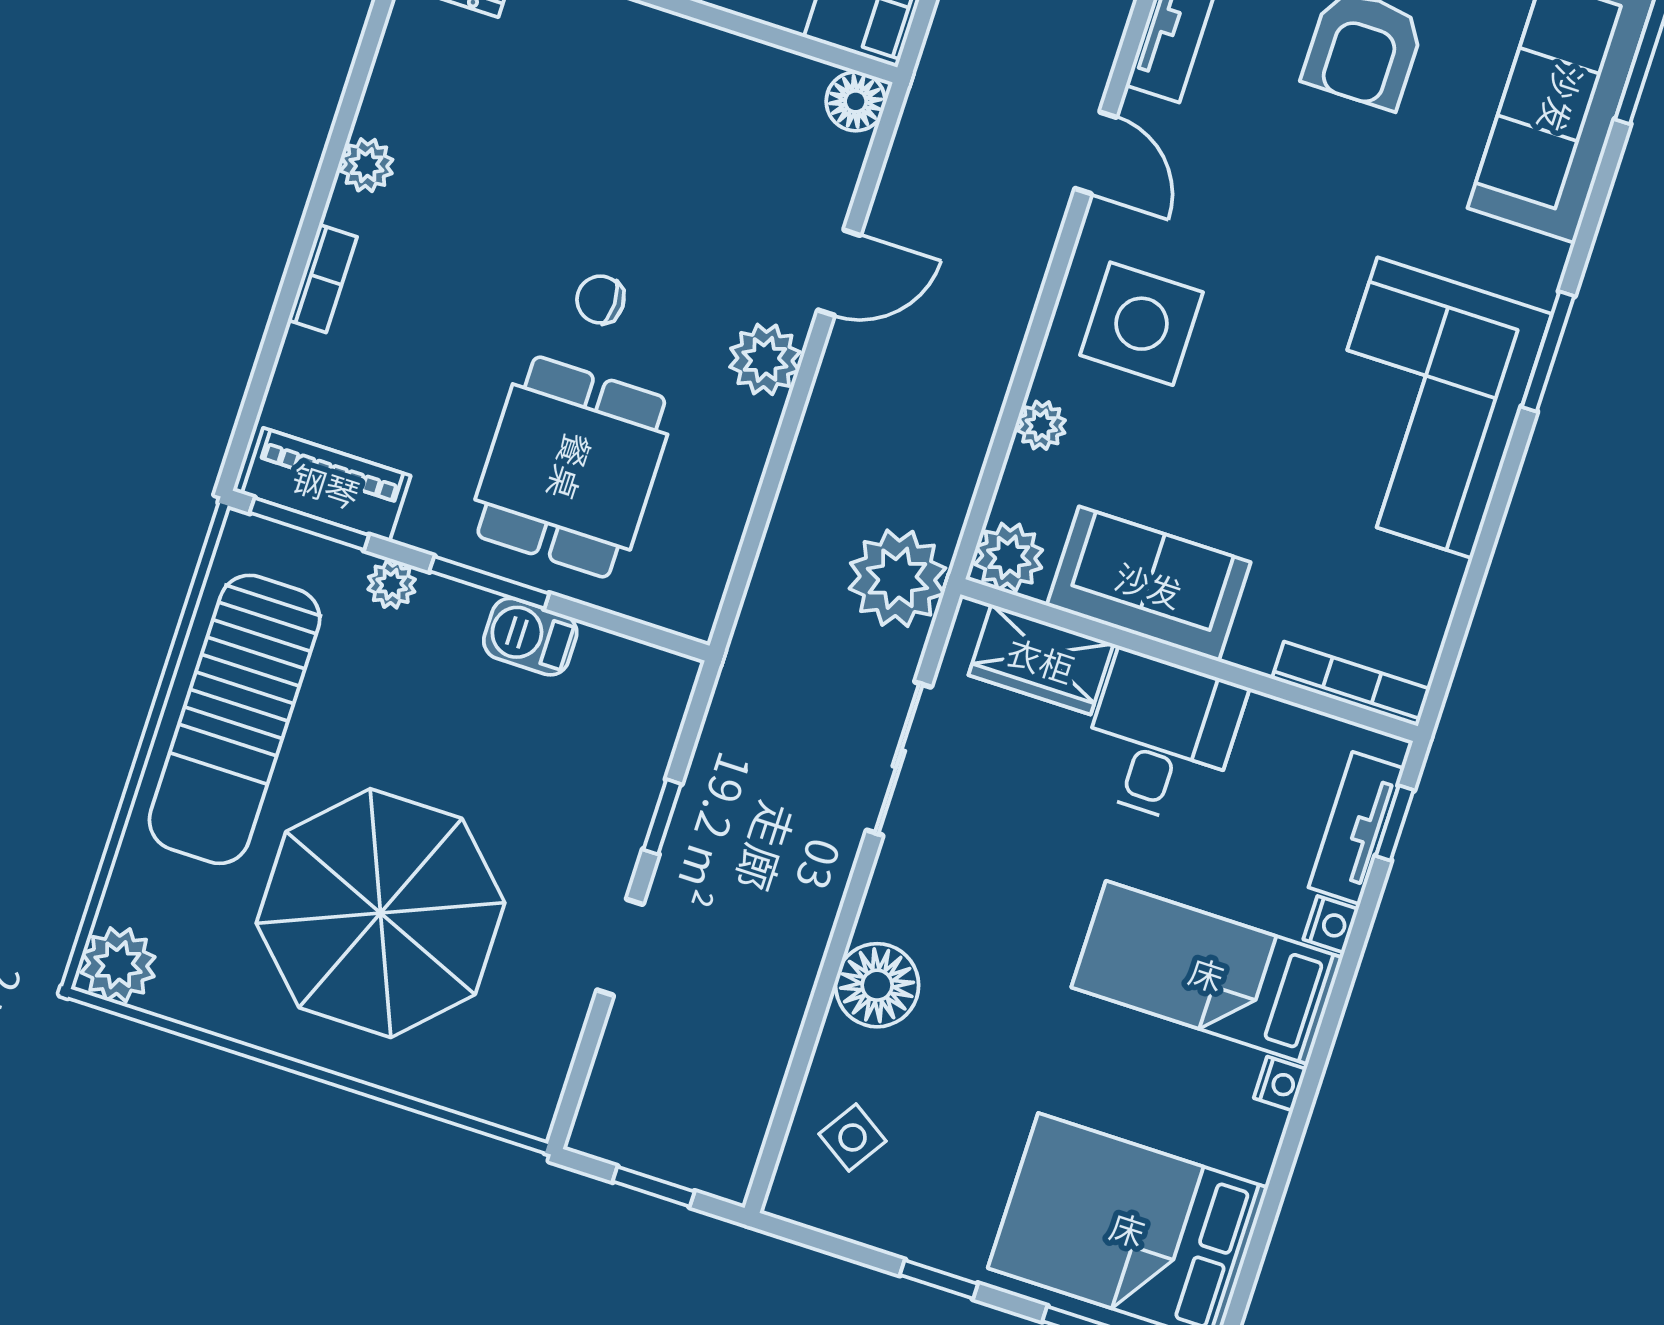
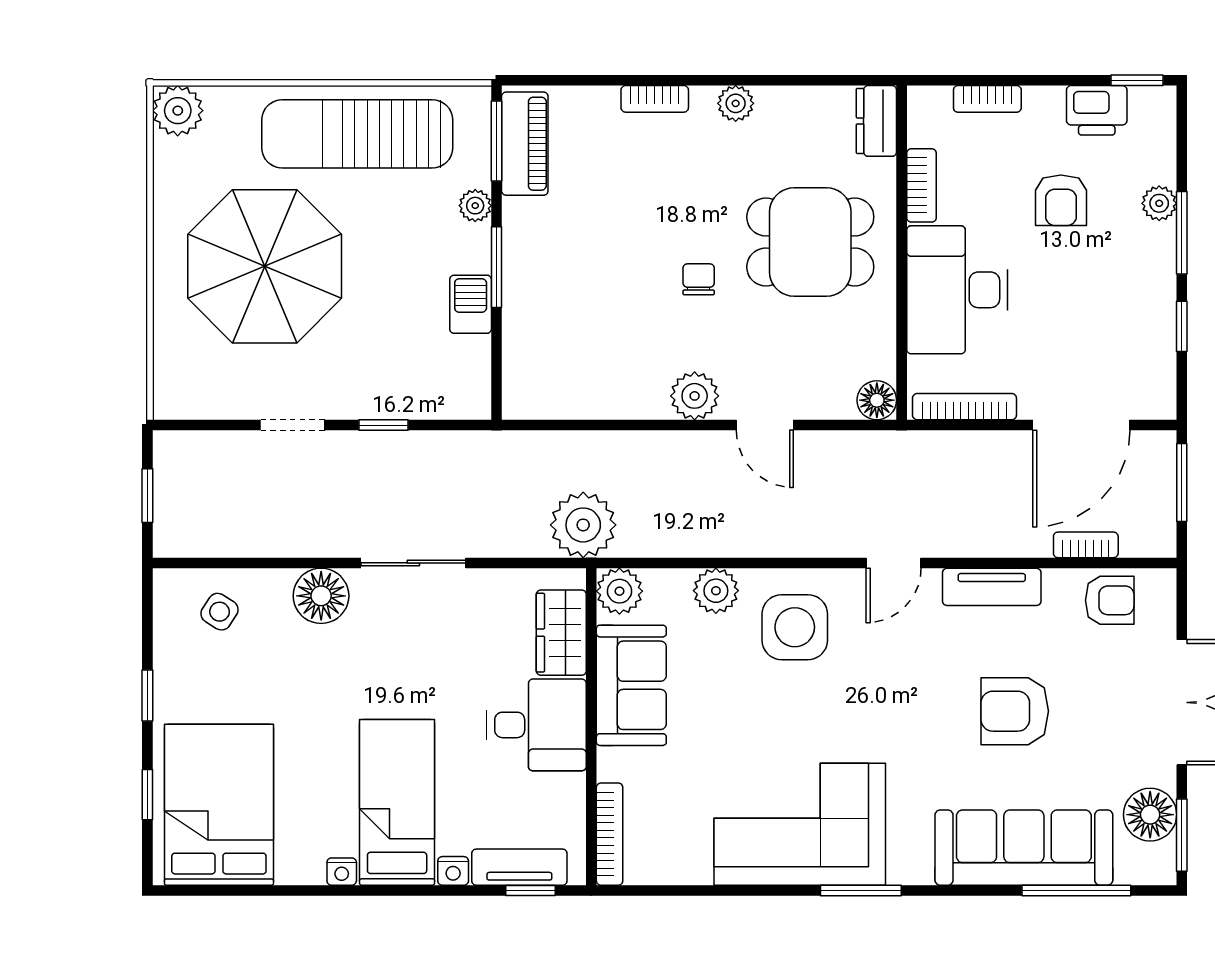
plant: (1041, 425) -> (716, 591), width x1.38, depth x1.38
dining table: (571, 467) -> (810, 242), moved
sliding door: (899, 759) -> (413, 563), moved

